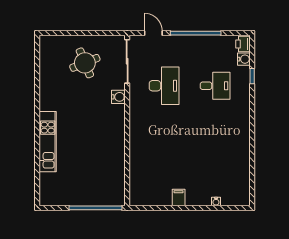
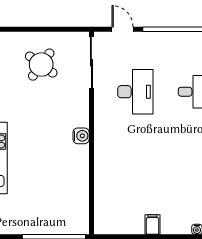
round table: (85, 63) -> (41, 65), turned -32
water cooler: (118, 97) -> (81, 136), moved

